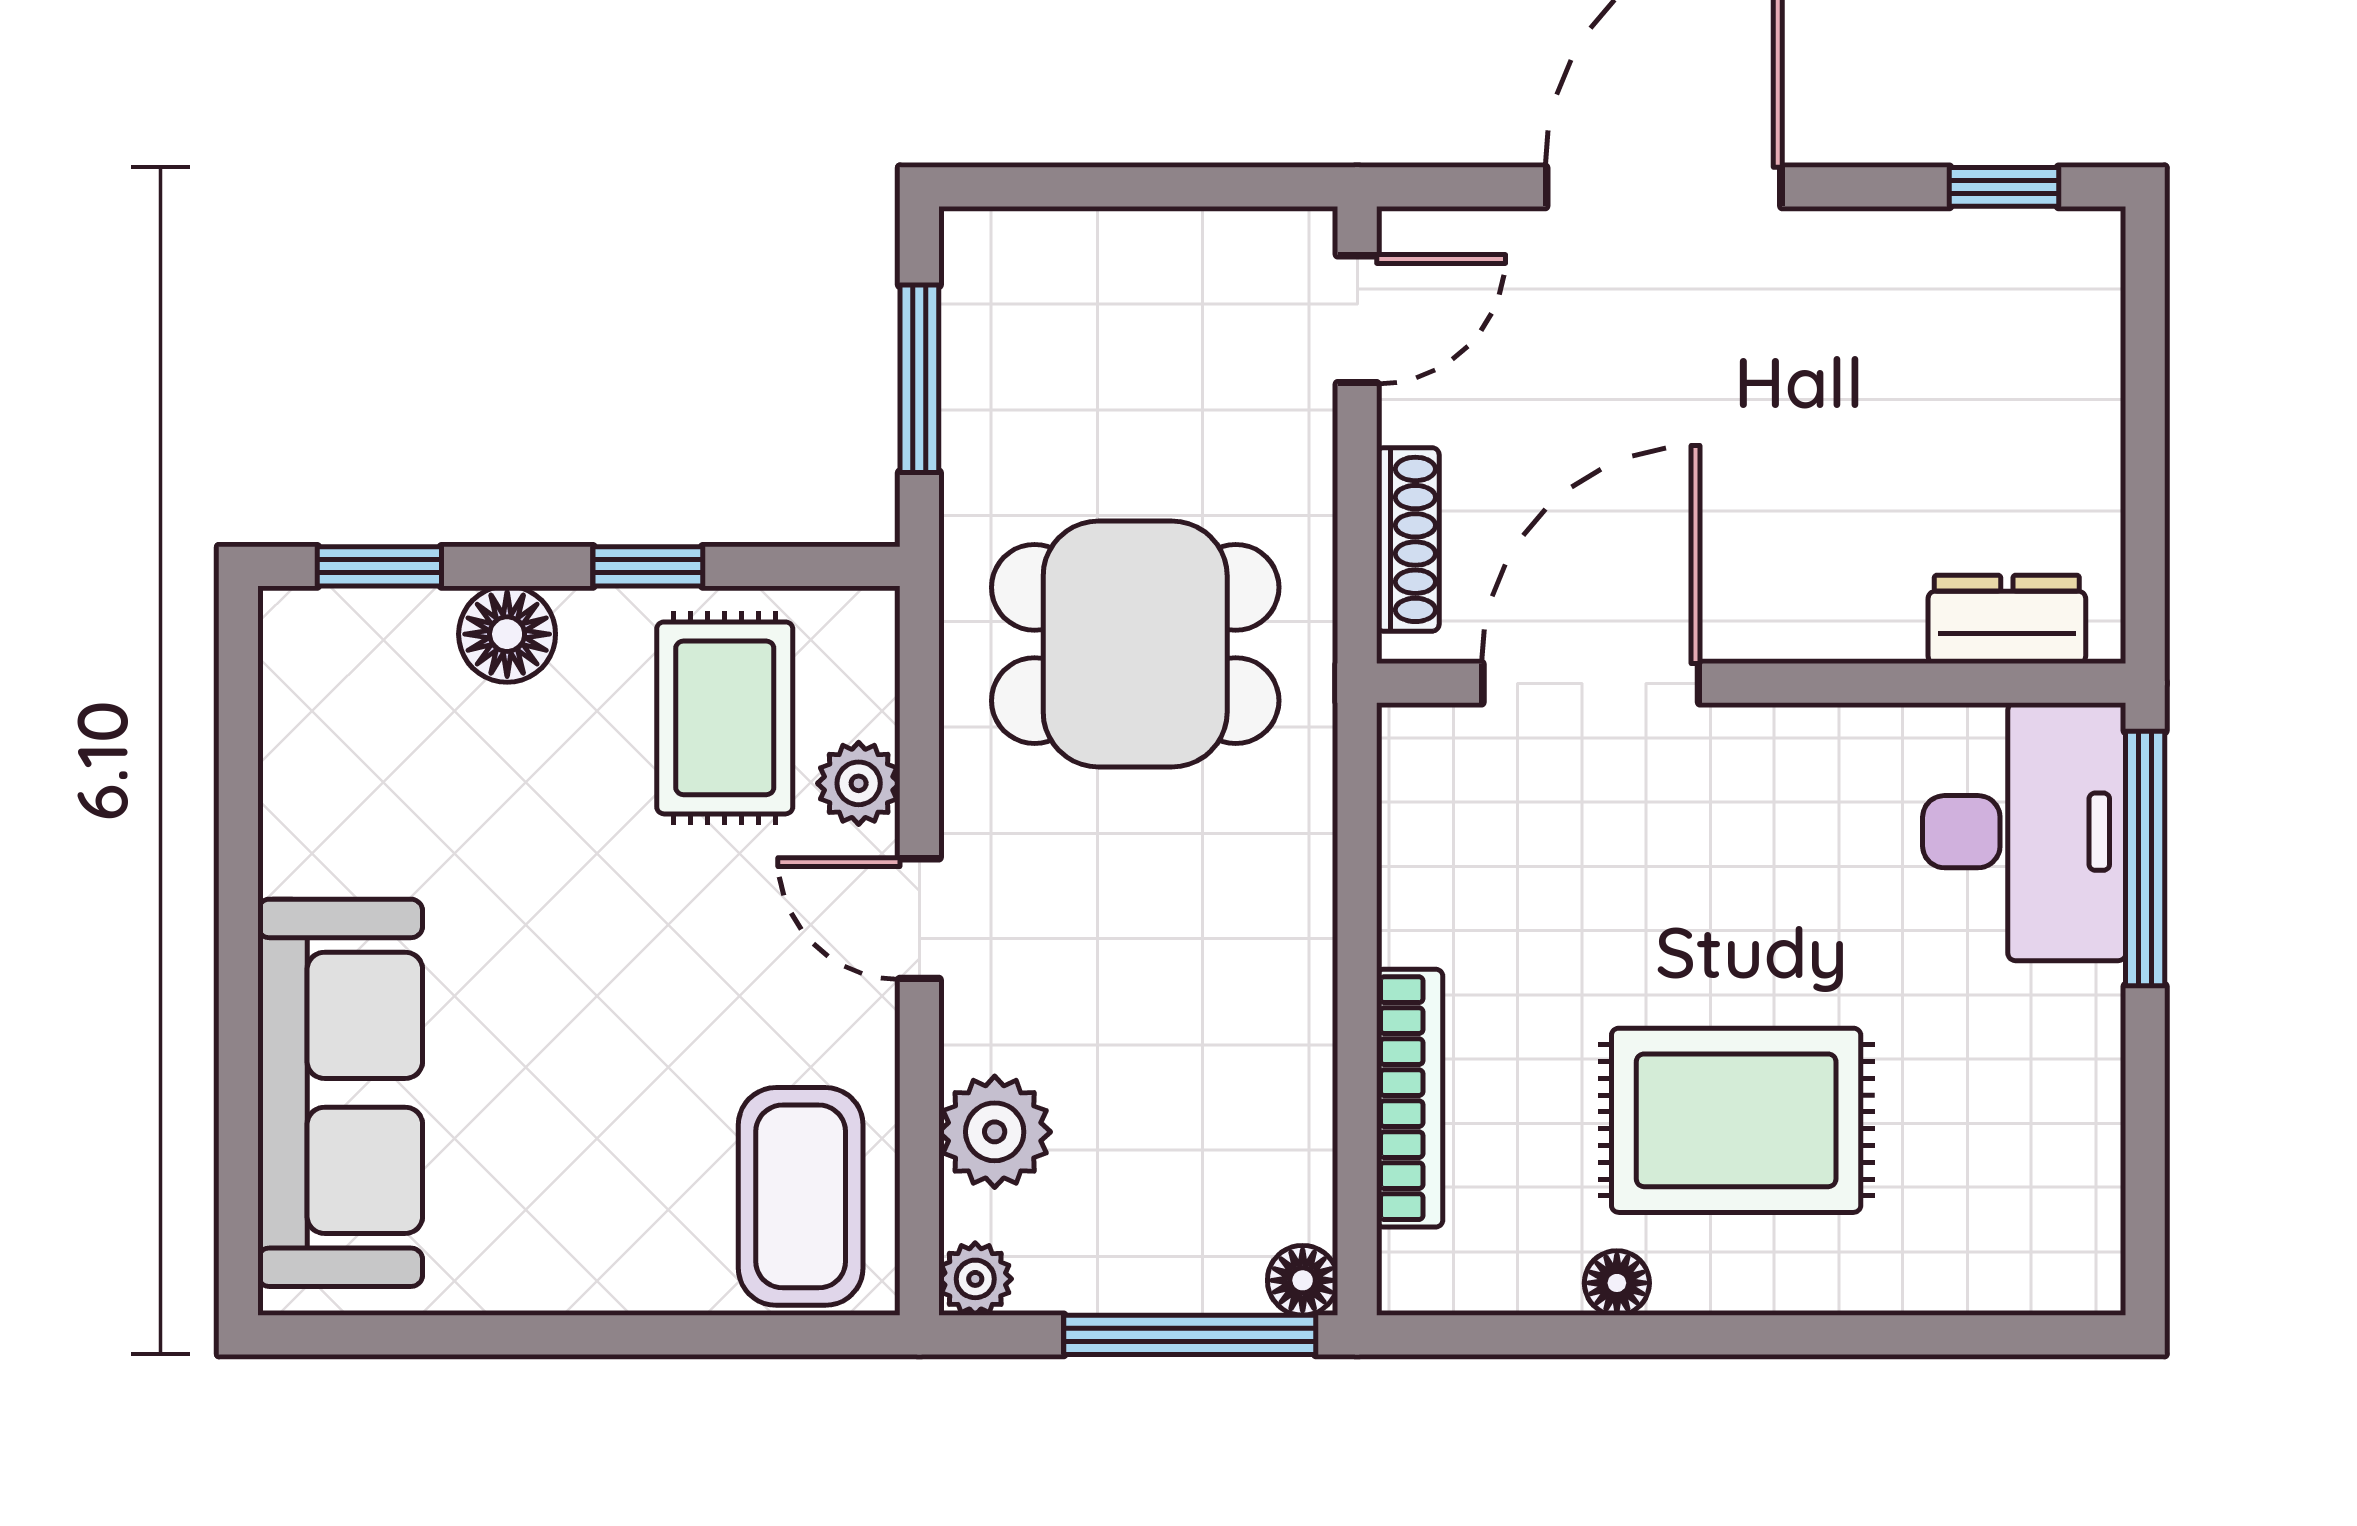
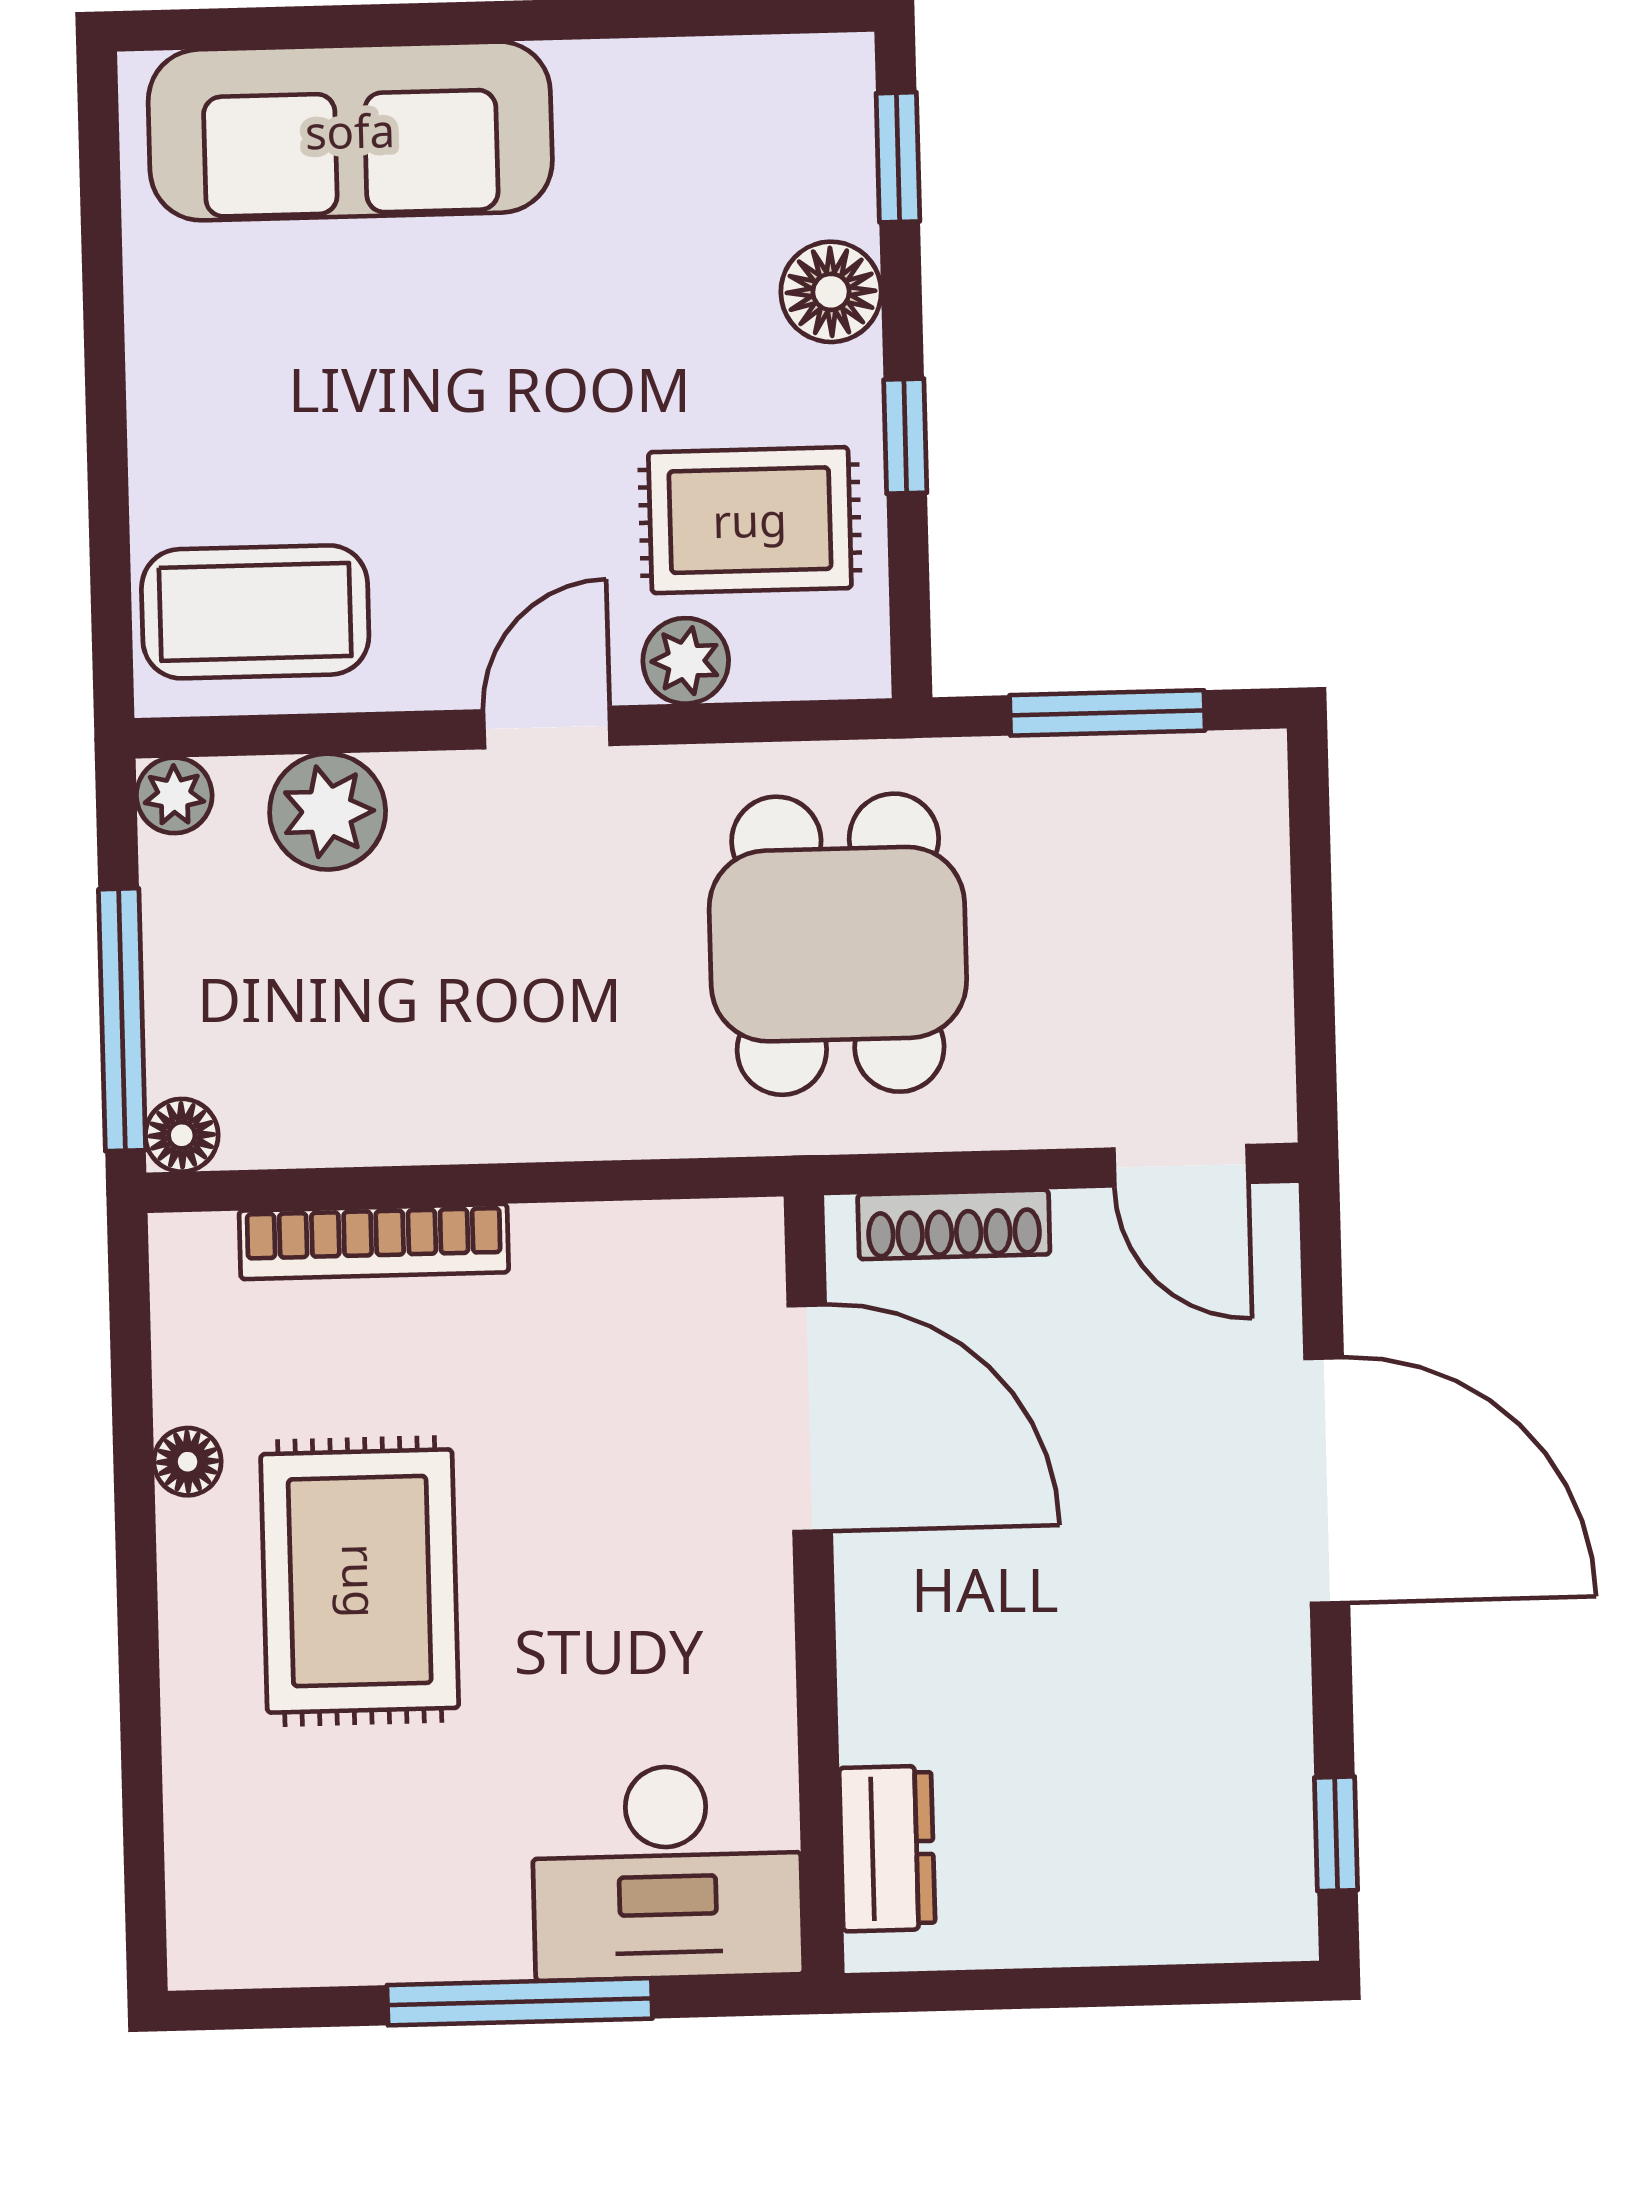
window: (2145, 858) -> (520, 2002), moved

